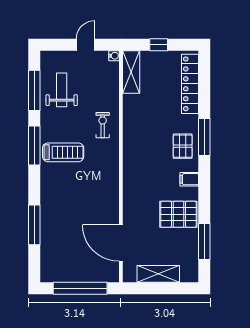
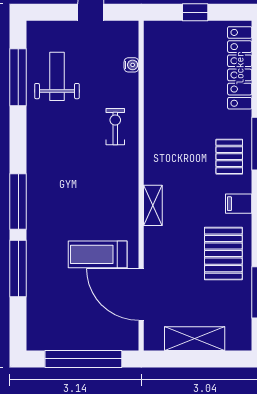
water cooler: (114, 56) -> (131, 65), moved
shelving: (131, 72) -> (153, 205), moved, width x0.67, depth x0.75
window: (34, 146) -> (18, 201), moved
treadmill: (63, 152) -> (98, 254), moved, turned 180
pallet: (178, 214) -> (223, 254), turned 90

